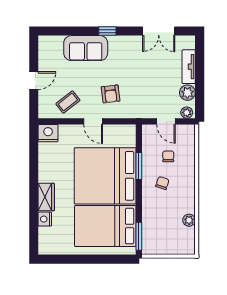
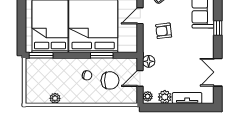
floor lamp: (146, 111) -> (149, 61), added
chair: (168, 156) -> (110, 80), width x1.87, depth x1.87

